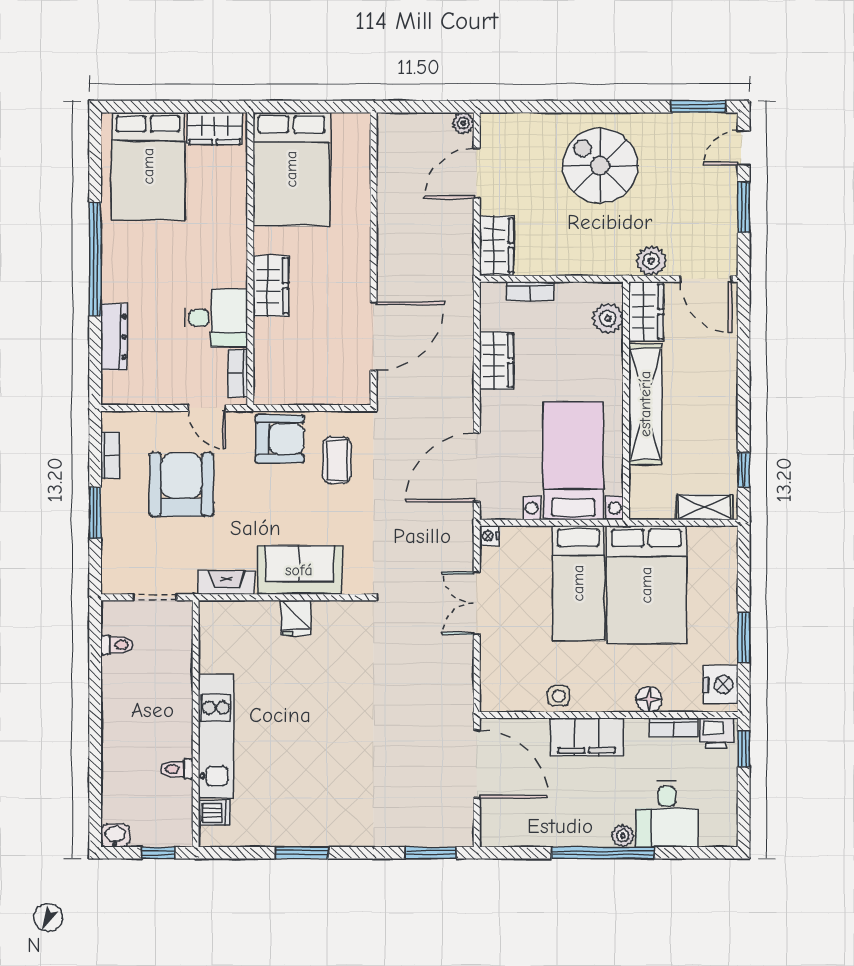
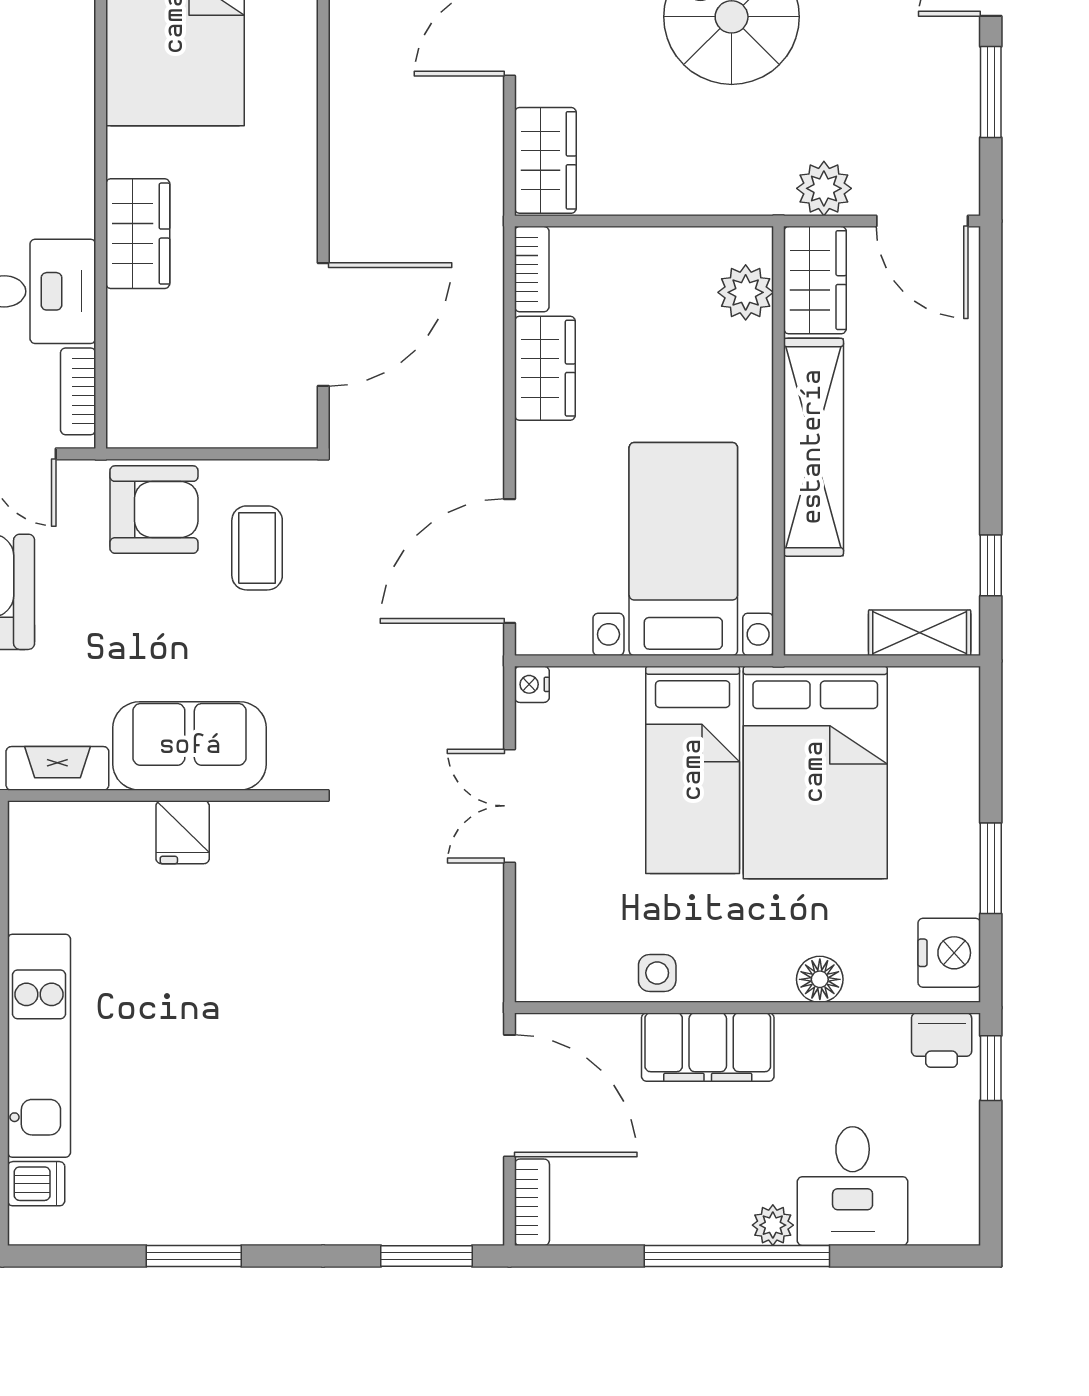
bookcase: (530, 291) -> (532, 269), moved, turned -90
bookcase: (673, 727) -> (532, 1202), moved, turned -90

